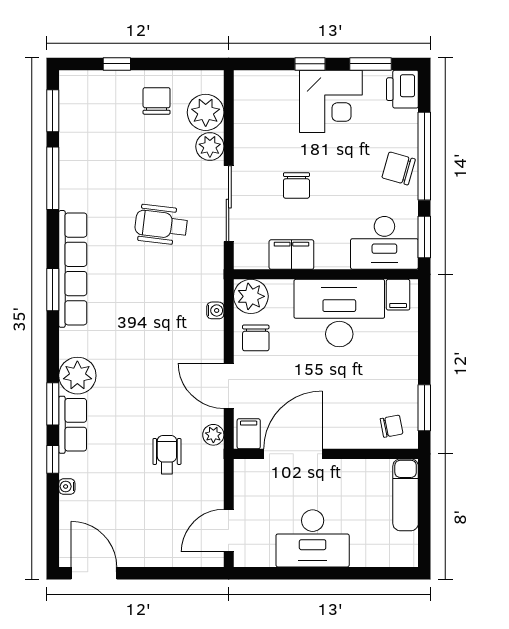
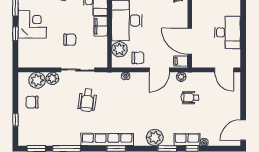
filing cabinet: (291, 255) -> (101, 26), moved
plant: (251, 296) -> (119, 49), moved
row of seats: (73, 425) -> (187, 140), moved

